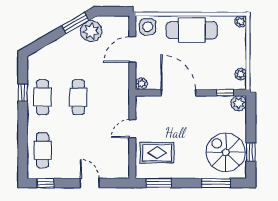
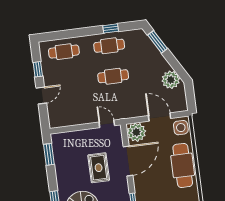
window: (75, 23) -> (158, 42), moved
plant: (141, 84) -> (136, 132), width x1.88, depth x1.88
door: (132, 129) -> (107, 124), moved
rug: (157, 153) -> (99, 168), moved
window: (46, 183) -> (38, 69), moved

